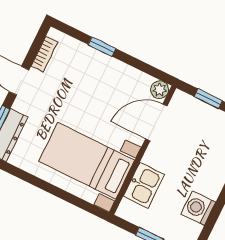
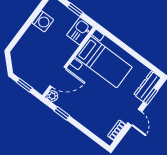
window: (102, 47) -> (62, 113), moved
kitchen sink: (144, 185) -> (80, 31), moved

